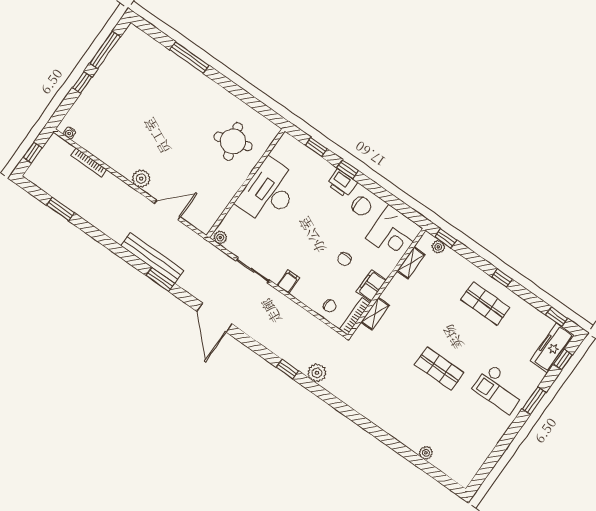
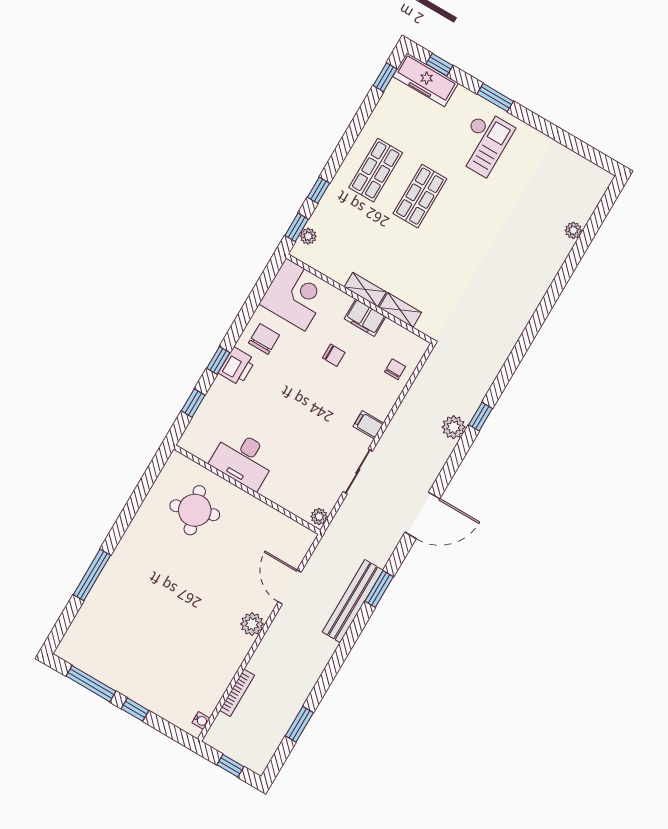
desk: (269, 192) -> (243, 459), width x0.73, depth x0.77
shelving: (411, 263) -> (365, 290), moved
window: (502, 278) -> (318, 190), moved
bookcase: (355, 316) -> (406, 336), removed
shop shelf: (439, 369) -> (420, 196), moved
plant: (317, 373) -> (454, 427), moved

